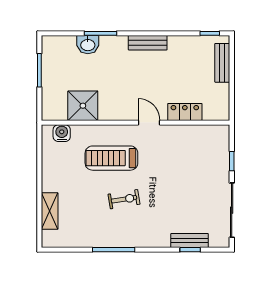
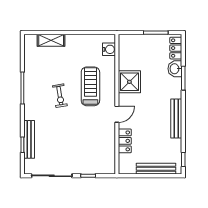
locker: (60, 43) -> (176, 48), added
bench: (148, 43) -> (176, 118), width x1.36
bench: (222, 63) -> (156, 169), width x1.36
shower: (83, 106) -> (129, 82), moved
bench: (190, 240) -> (29, 139), width x1.36

